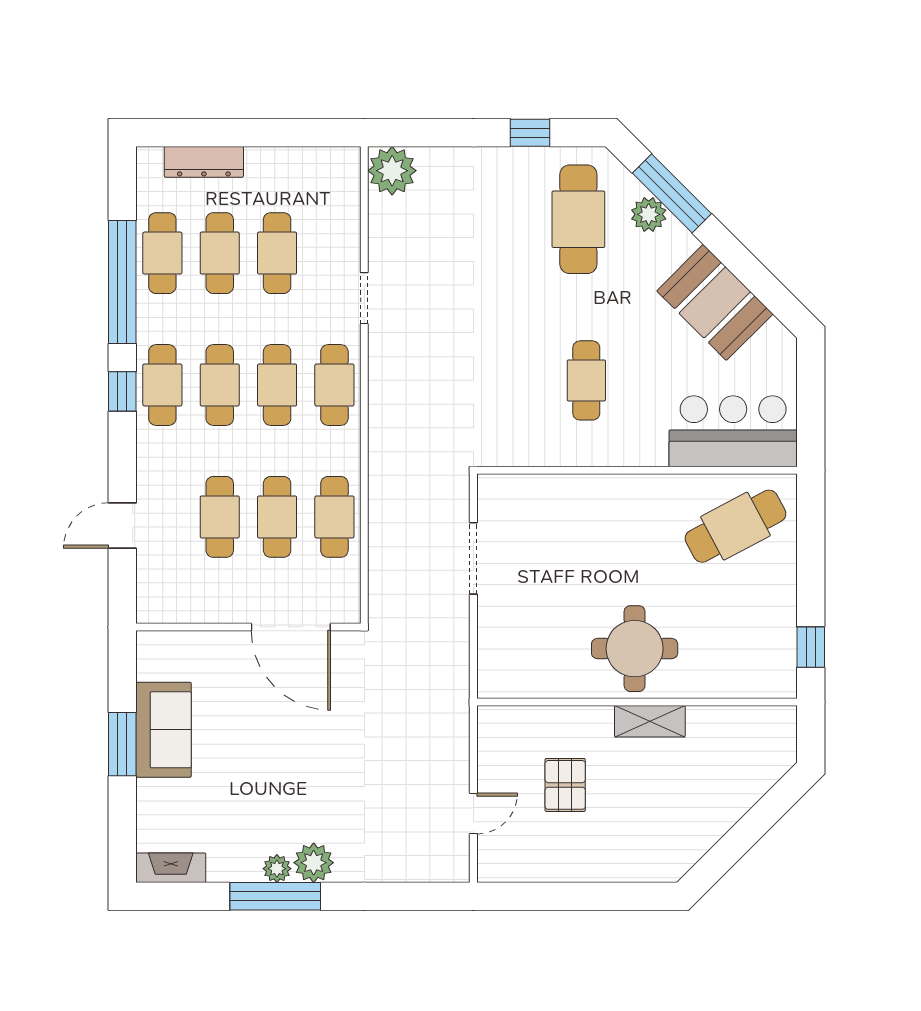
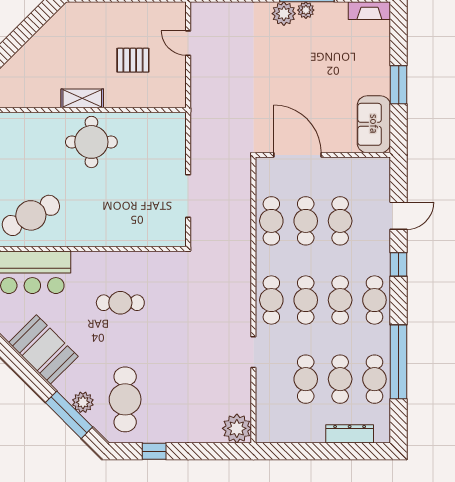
cafe table: (586, 380) -> (120, 303), turned 90
window: (122, 391) -> (399, 264), moved
sofa: (163, 730) -> (374, 124), moved
pallet: (565, 785) -> (133, 60), turned 90
door: (473, 813) -> (188, 43), hinge flipped

